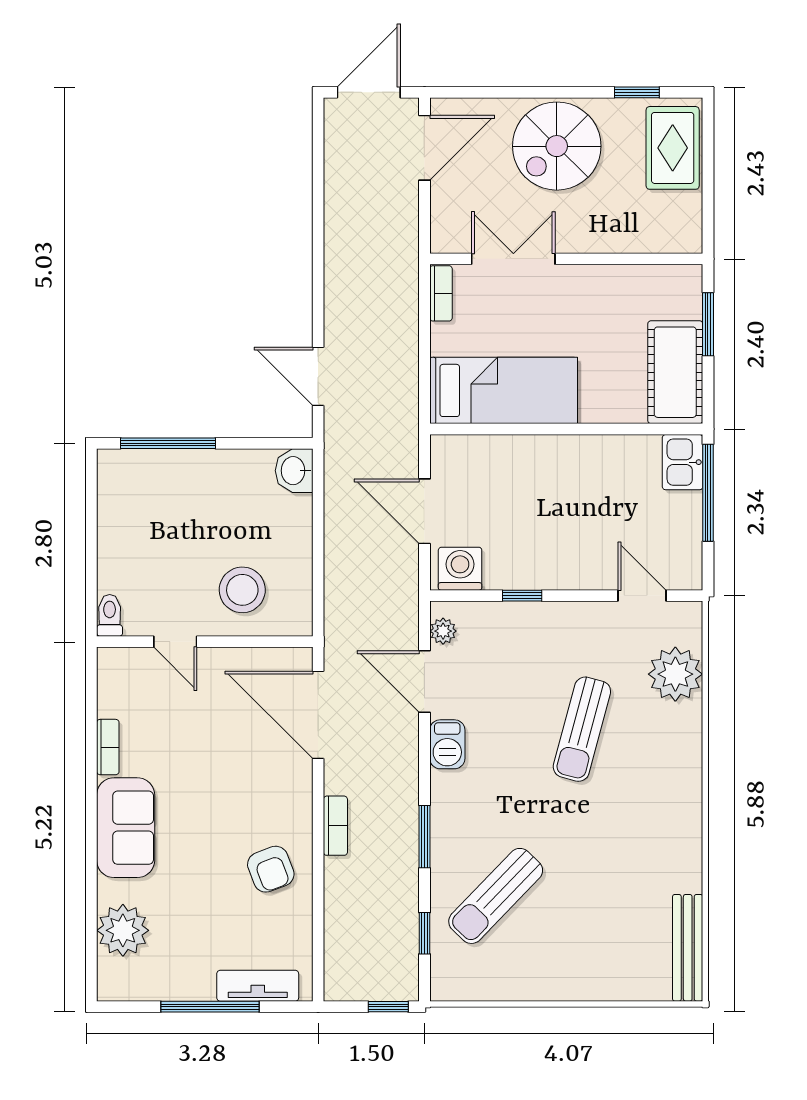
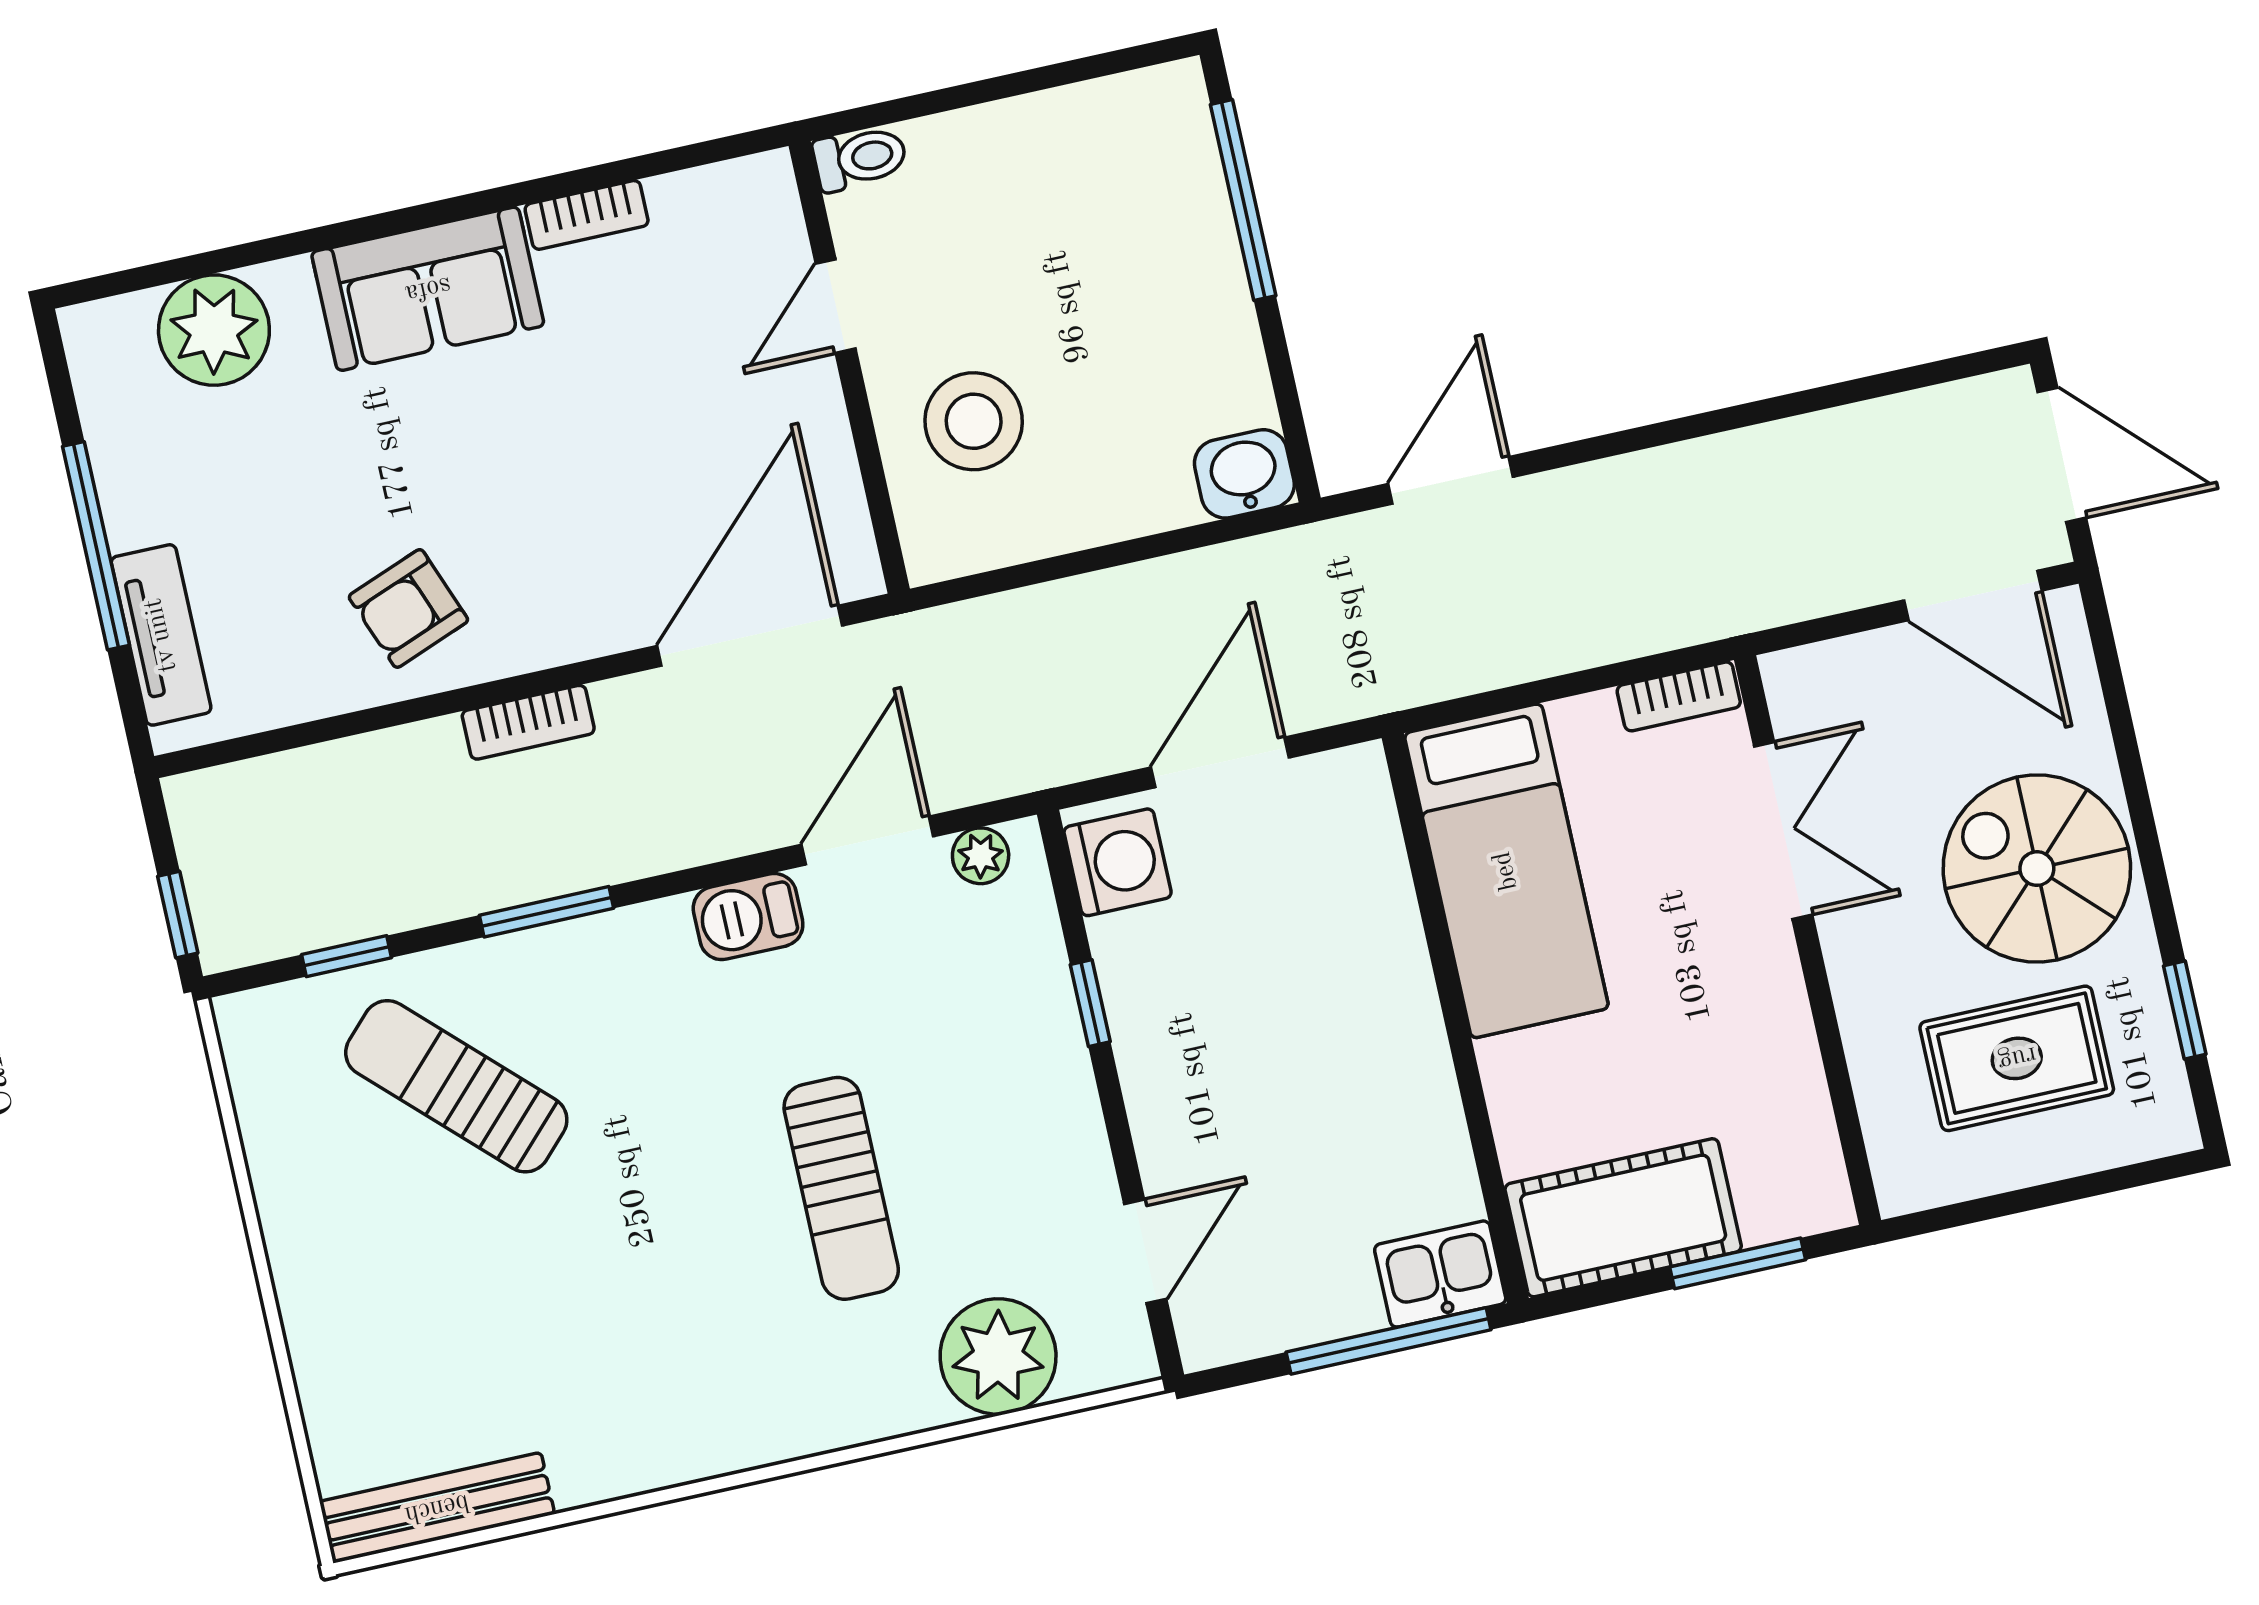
rug: (673, 148) -> (2017, 1058), moved
sun lounger: (582, 729) -> (841, 1188), turned -105

